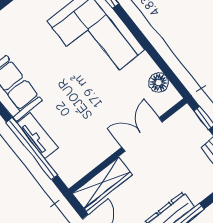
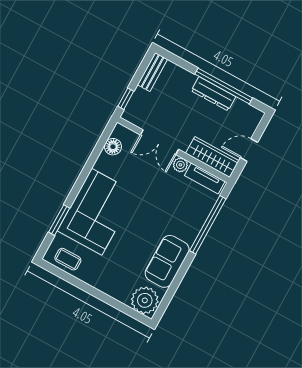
tv unit: (38, 136) -> (205, 178), moved, turned -90
plant: (108, 146) -> (180, 165), added

